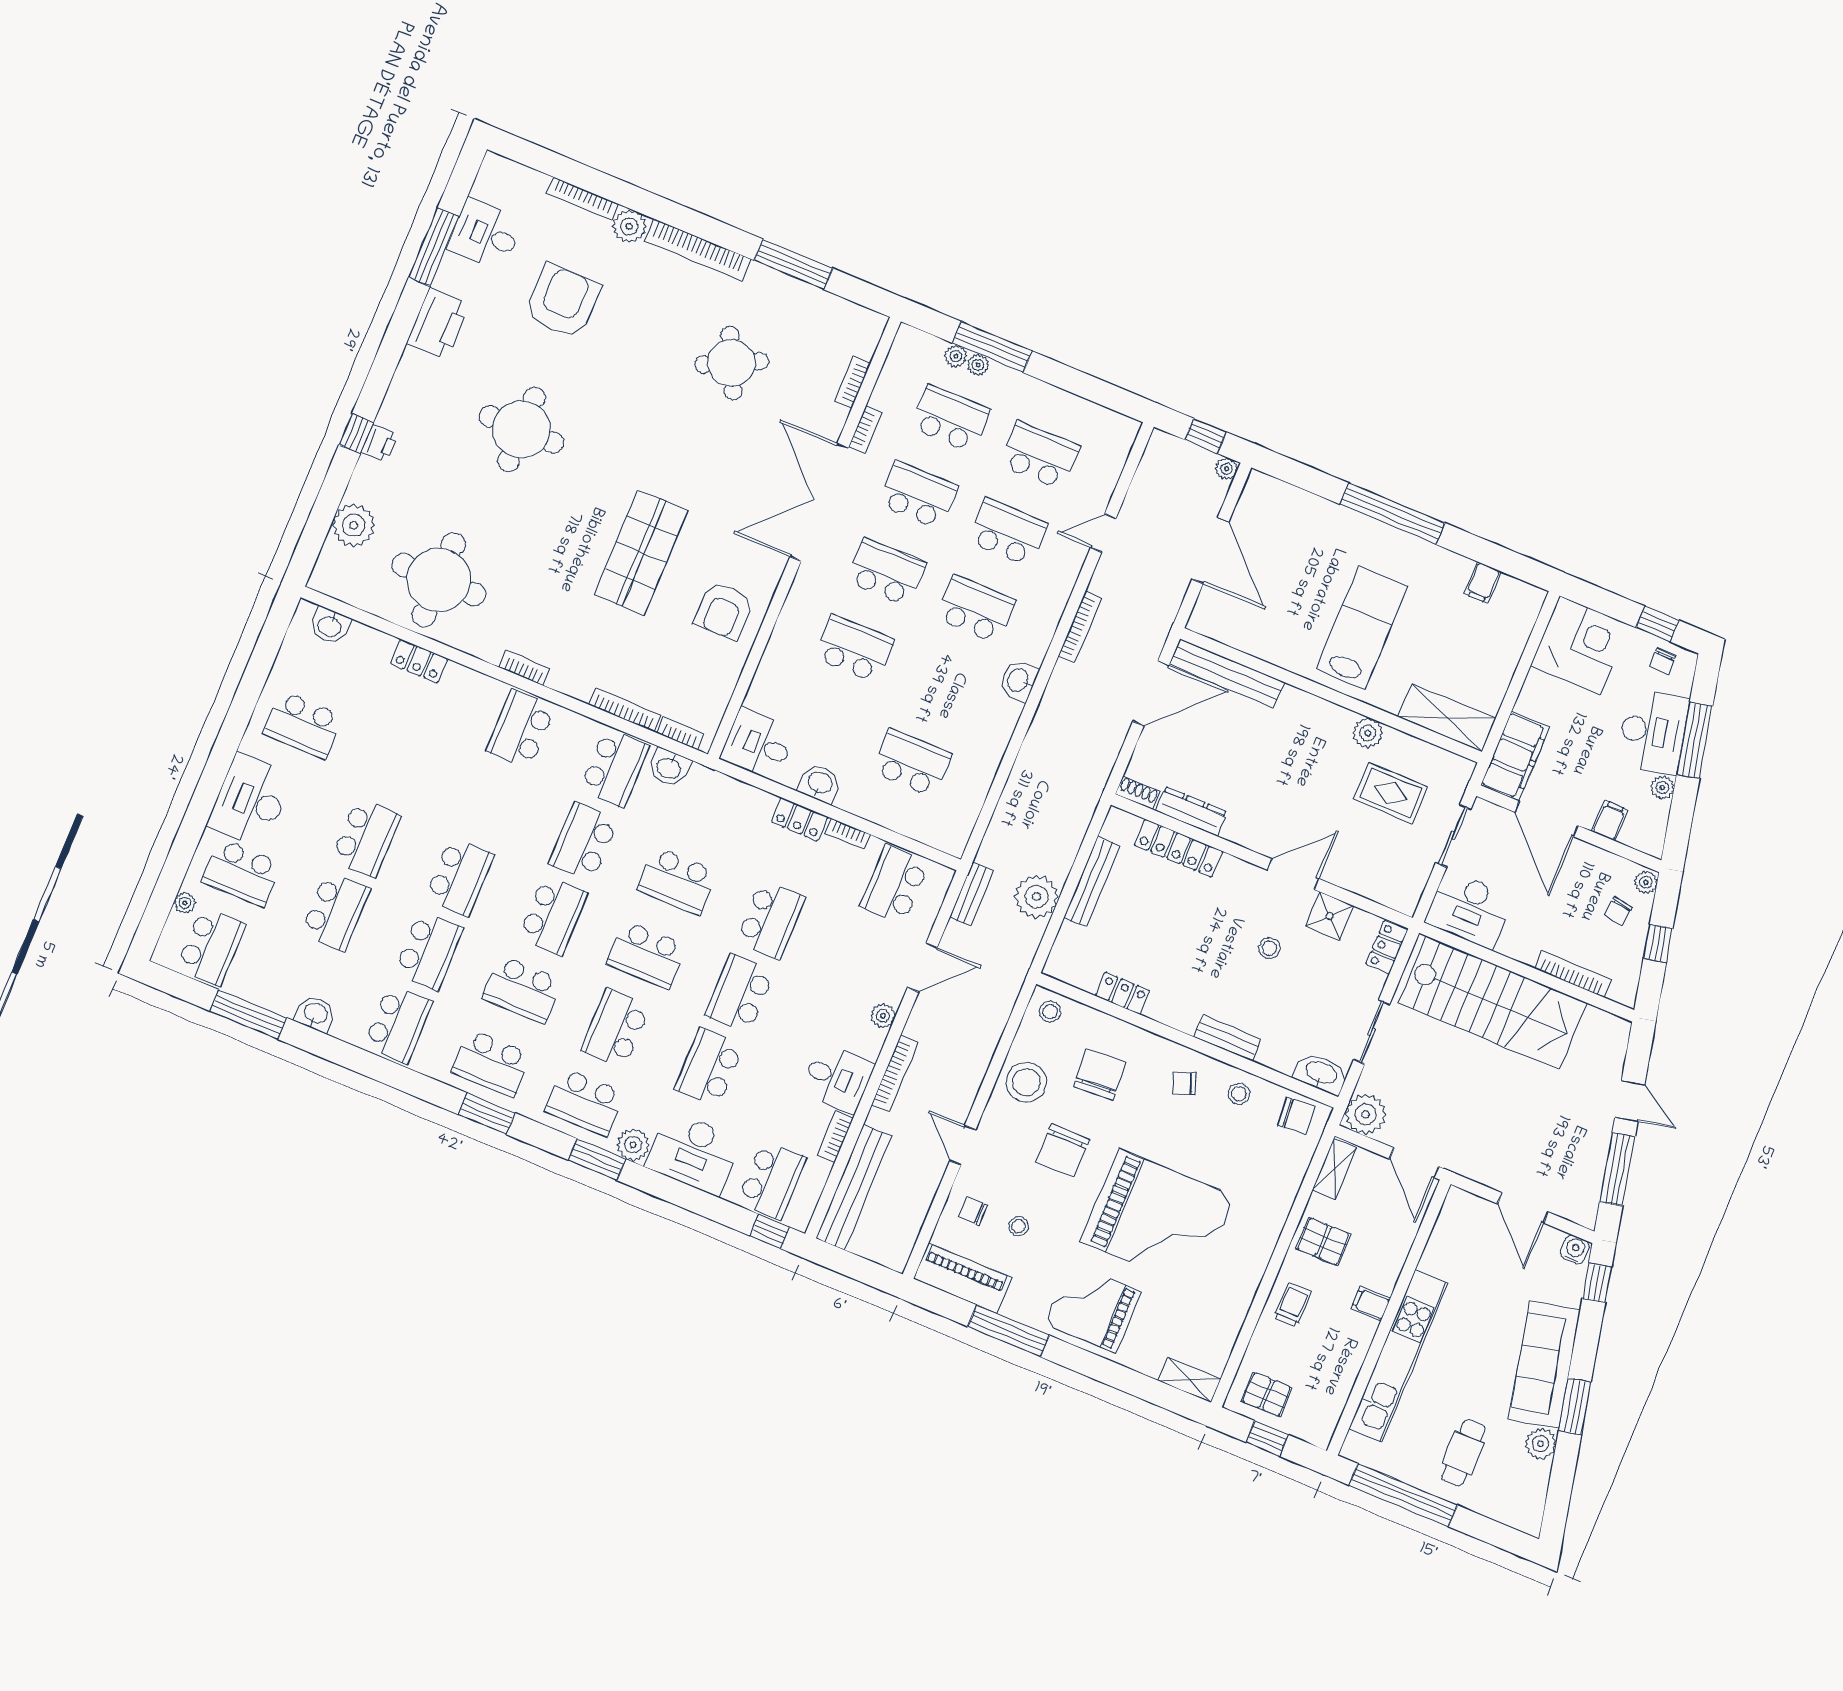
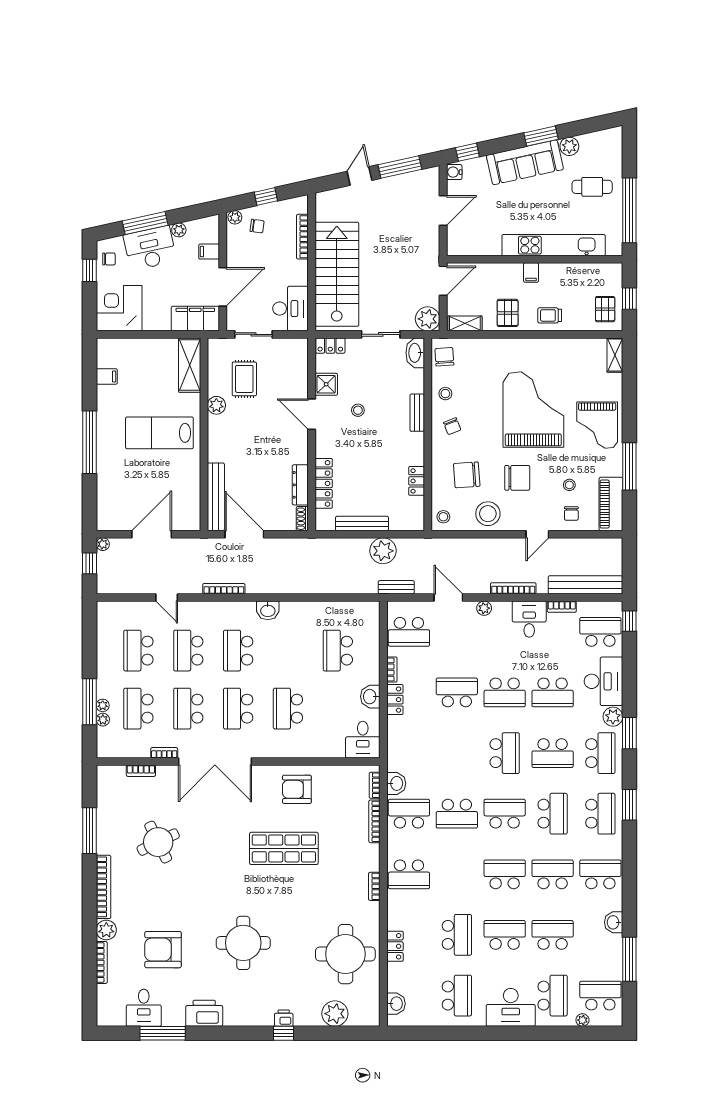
armchair: (724, 611) -> (297, 789), turned 180
school desk: (677, 881) -> (457, 935), moved

